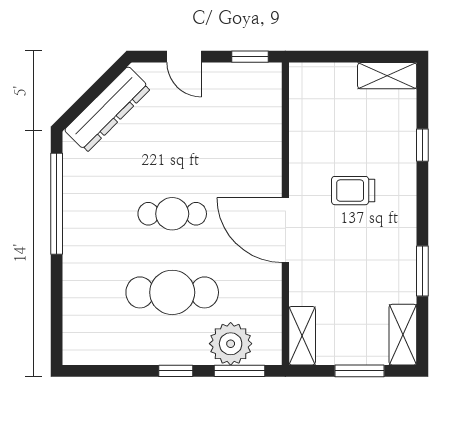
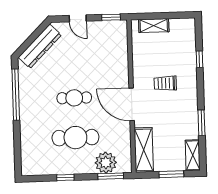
shelving: (387, 76) -> (154, 26), moved
shelving: (302, 336) -> (144, 150), width x1.50, depth x1.33
window: (176, 371) -> (65, 178), moved

